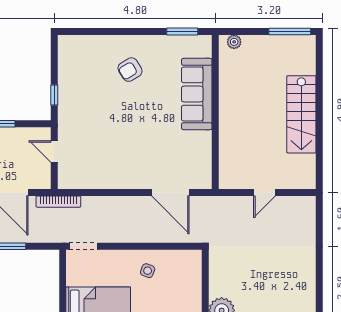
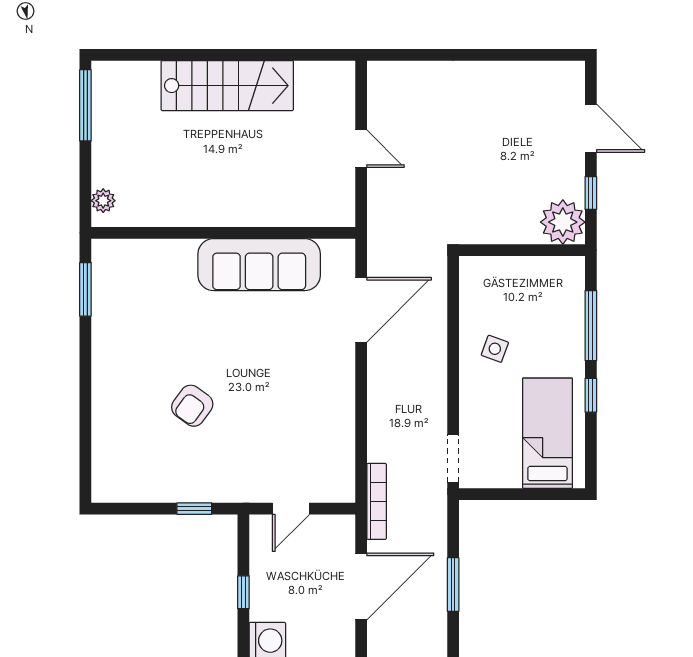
armchair: (130, 70) -> (192, 406), moved, turned 67
sofa: (197, 94) -> (259, 265), moved

